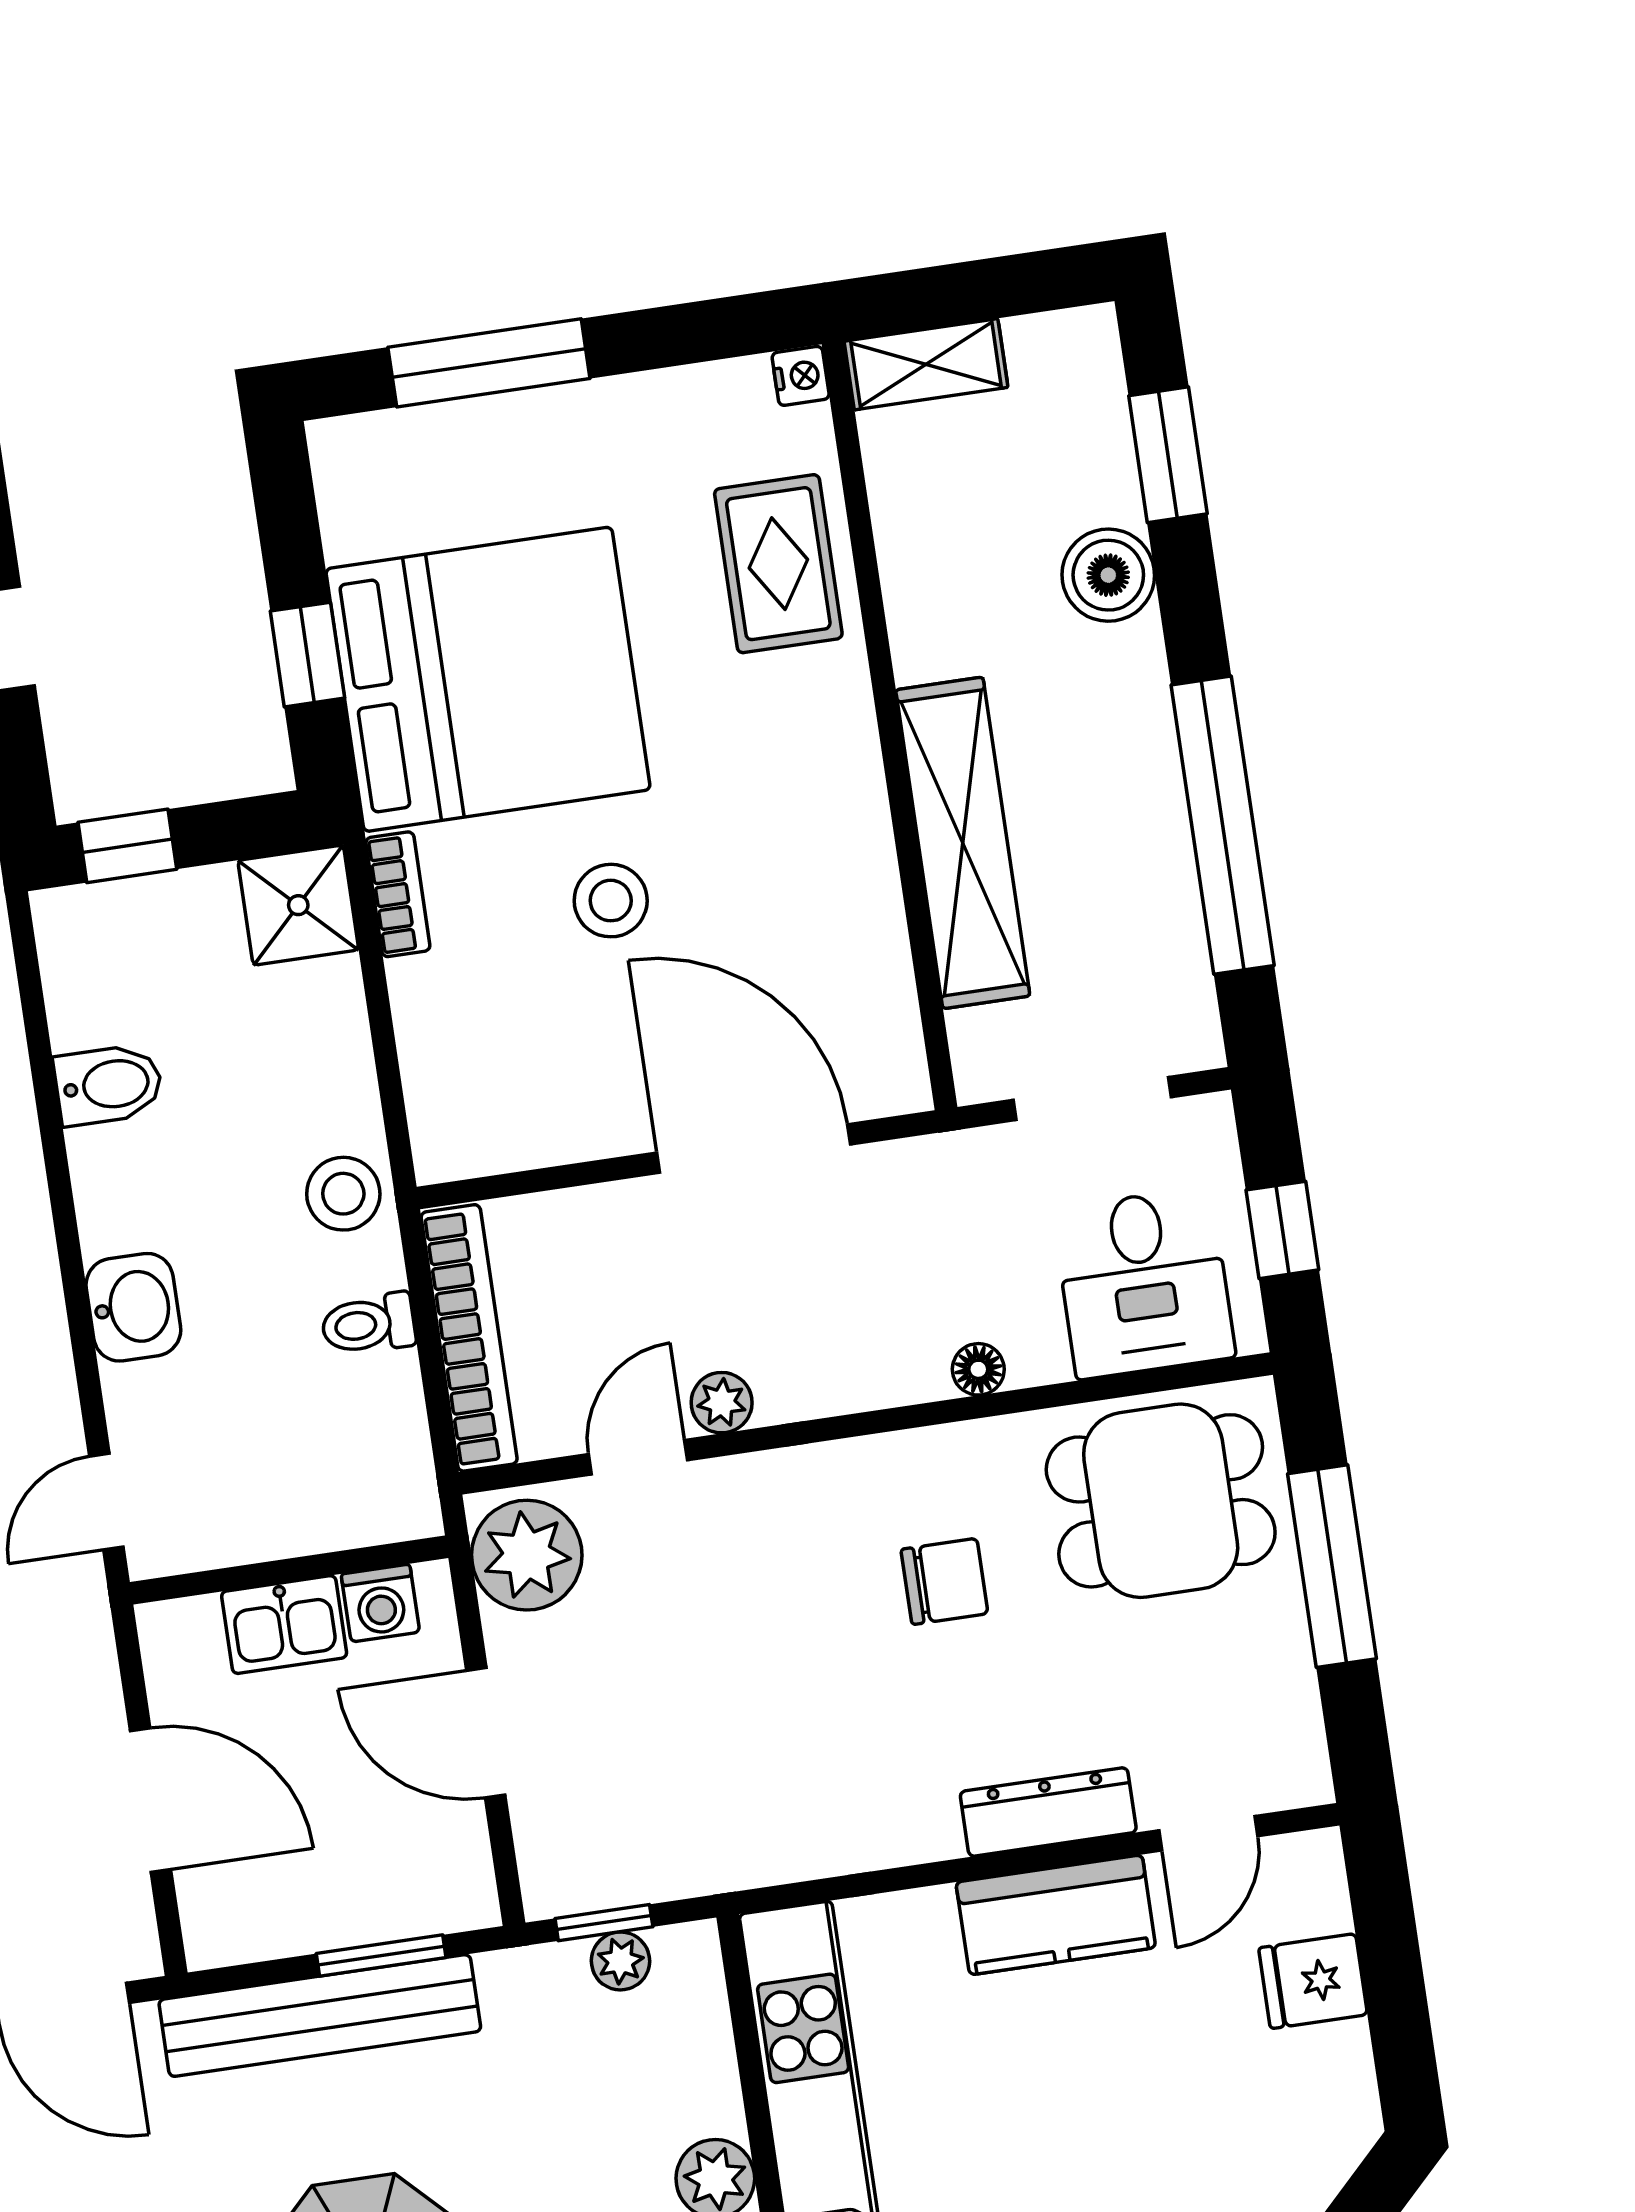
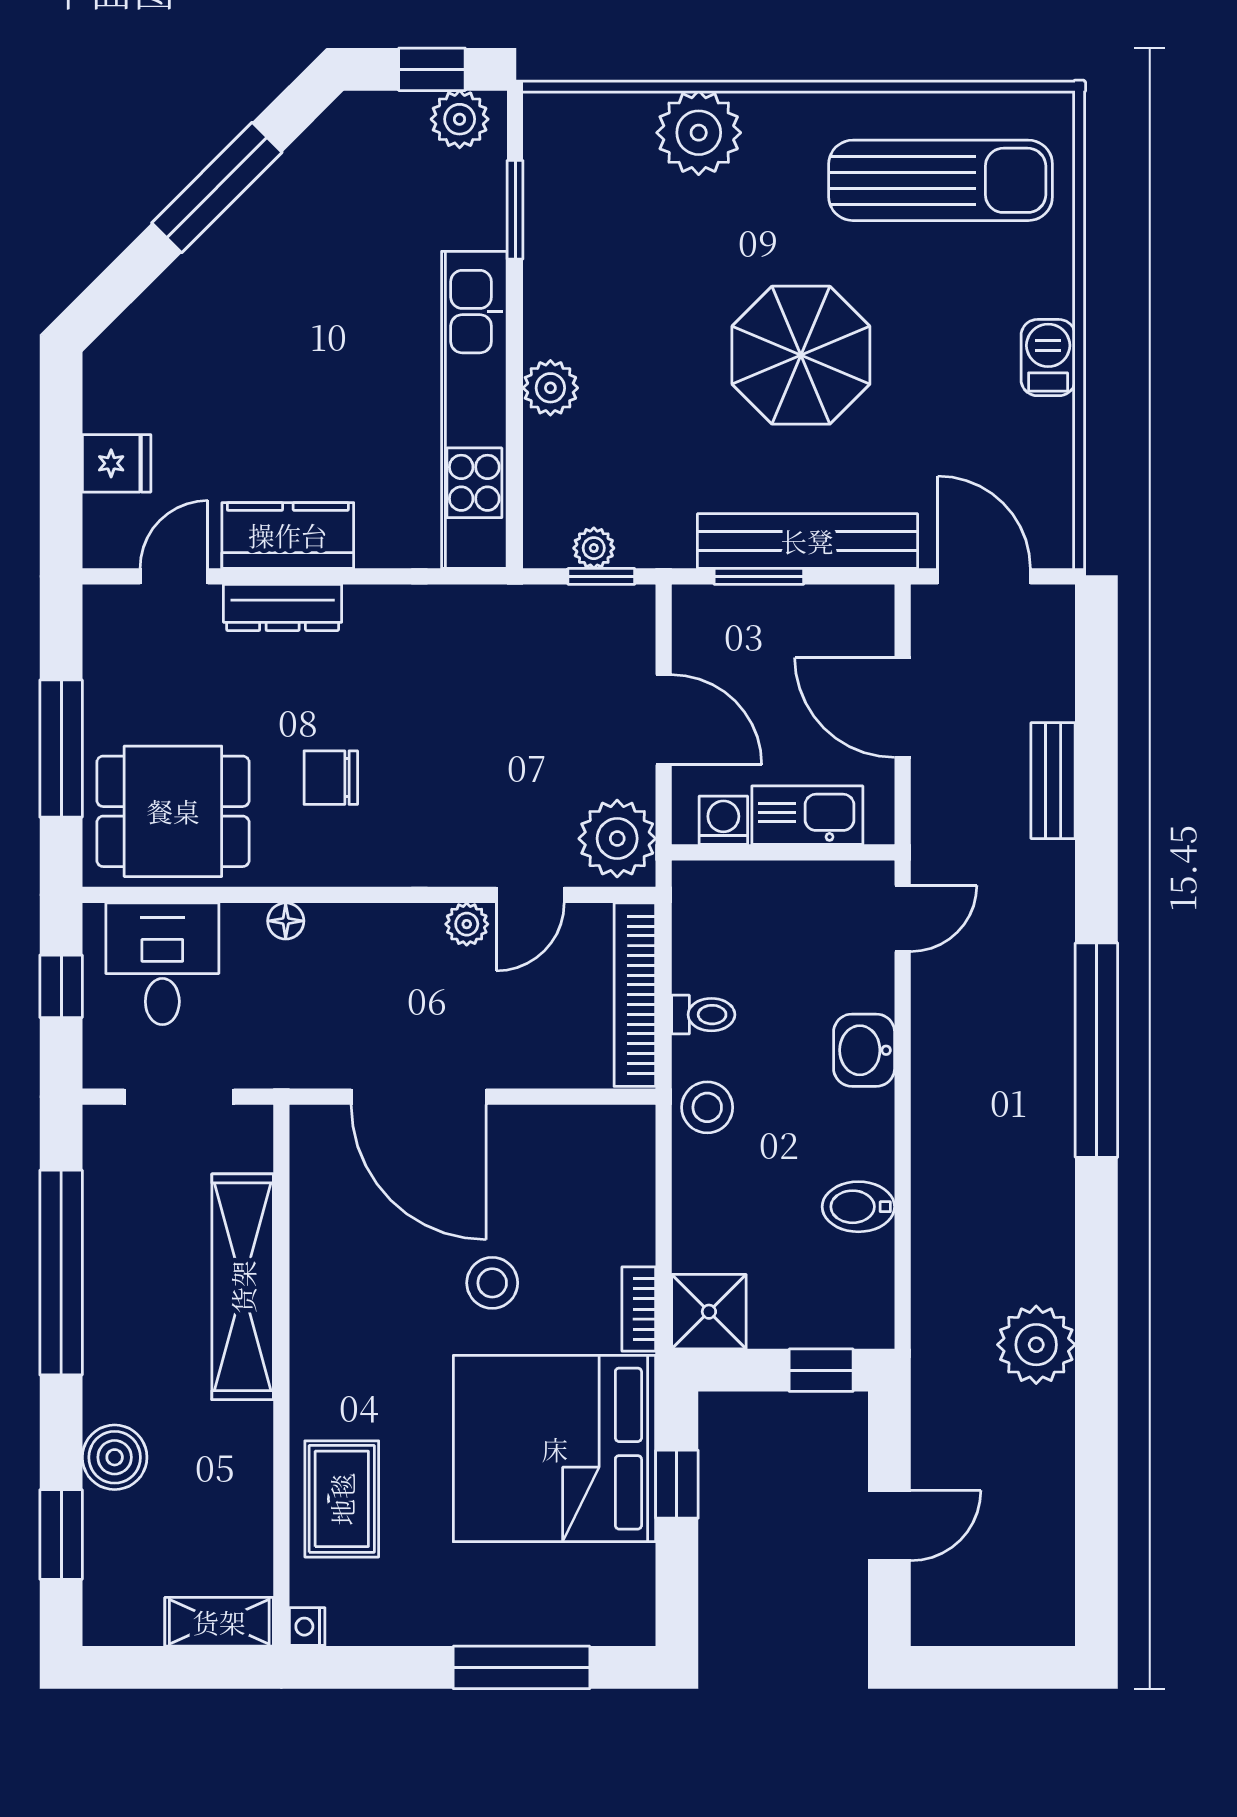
kitchen sink: (284, 1625) -> (807, 815), width x1.38

